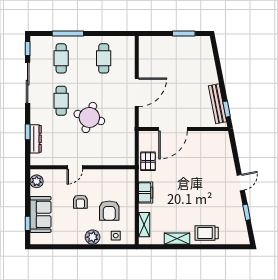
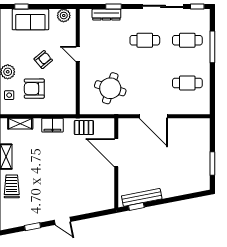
round table: (89, 117) -> (110, 88), moved
armchair: (80, 202) -> (43, 60), turned 140

